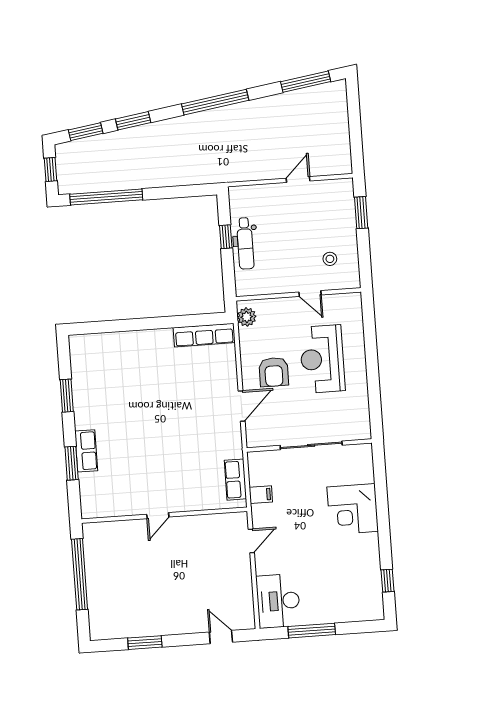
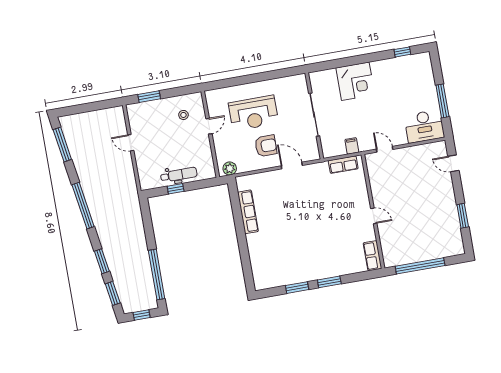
row of seats: (204, 335) -> (248, 212), moved
row of seats: (86, 451) -> (372, 256), moved, turned -90
window: (72, 463) -> (329, 282), moved
door: (221, 637) -> (453, 163), hinge flipped

